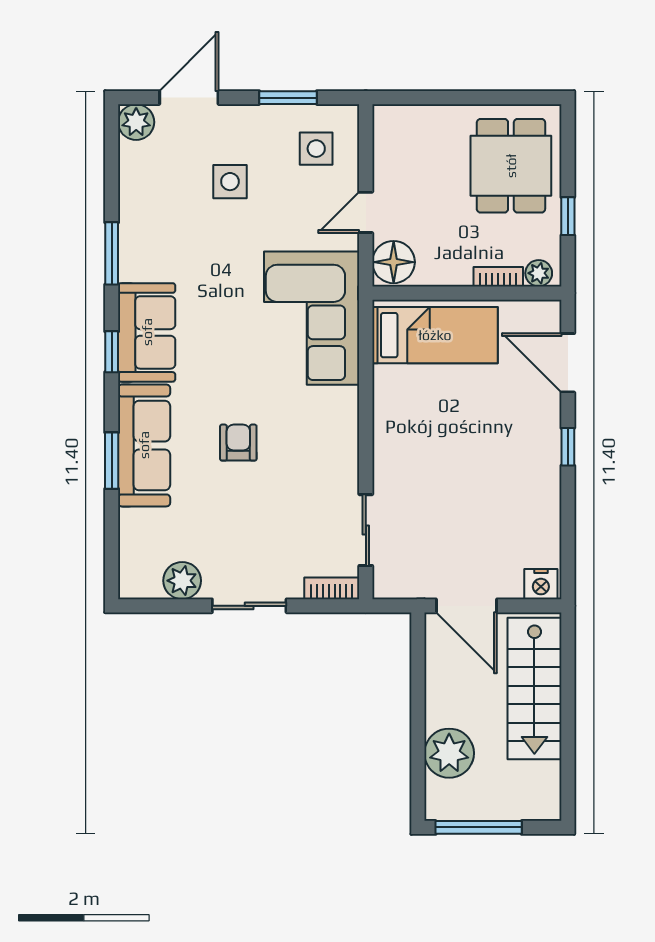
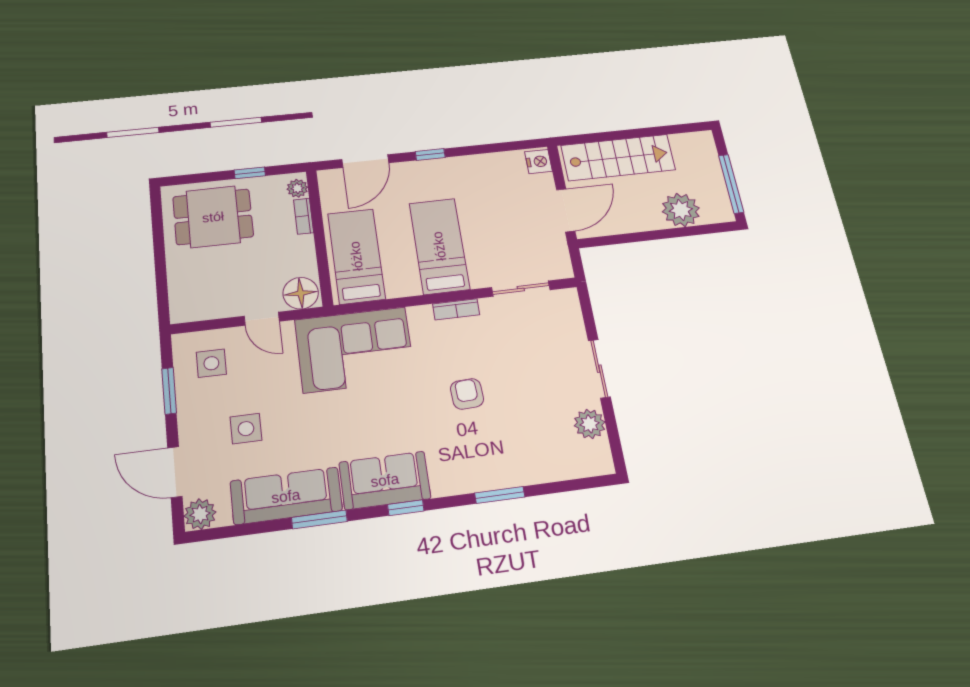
bed: (436, 439) -> (439, 246), added
armchair: (238, 443) -> (467, 394), turned 87
sofa: (144, 445) -> (286, 496), moved
bookcase: (332, 588) -> (456, 309), moved, turned -90

